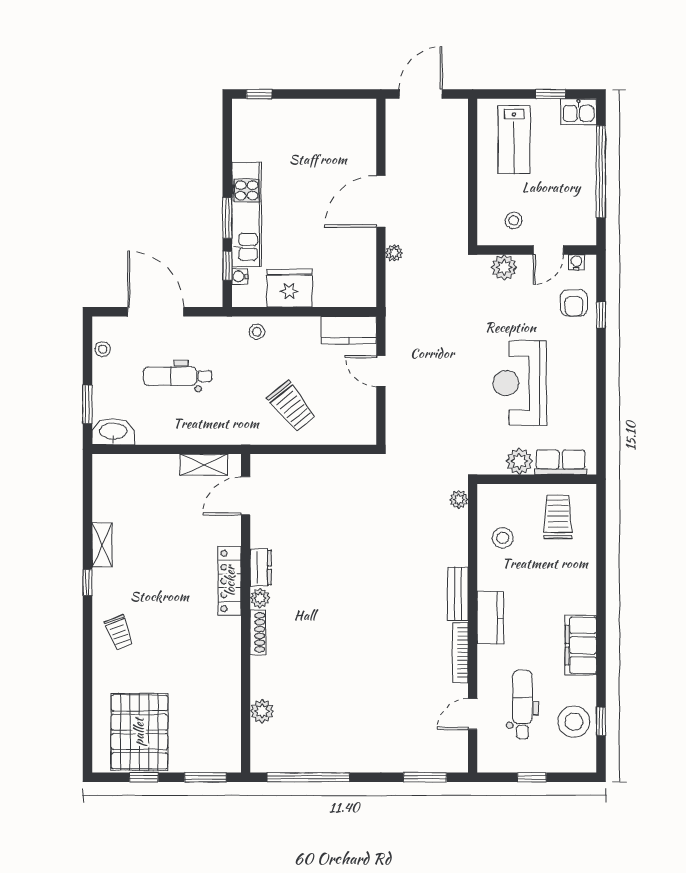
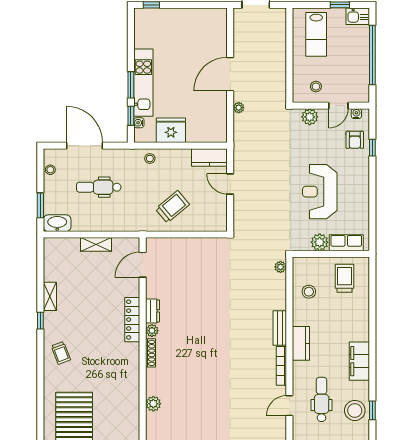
trolley: (292, 406) -> (172, 207), turned -91
shelving: (204, 465) -> (96, 244), moved

